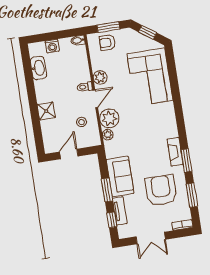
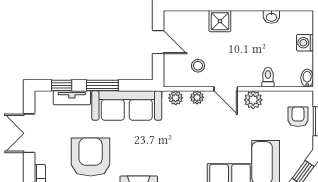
washbasin: (38, 68) -> (271, 17), width x0.52, depth x0.69
toilet: (85, 87) -> (268, 77), moved
plant: (109, 118) -> (197, 97), width x0.53, depth x0.53
sofa: (120, 176) -> (127, 105), width x1.36
armchair: (161, 190) -> (91, 157), turned -90

